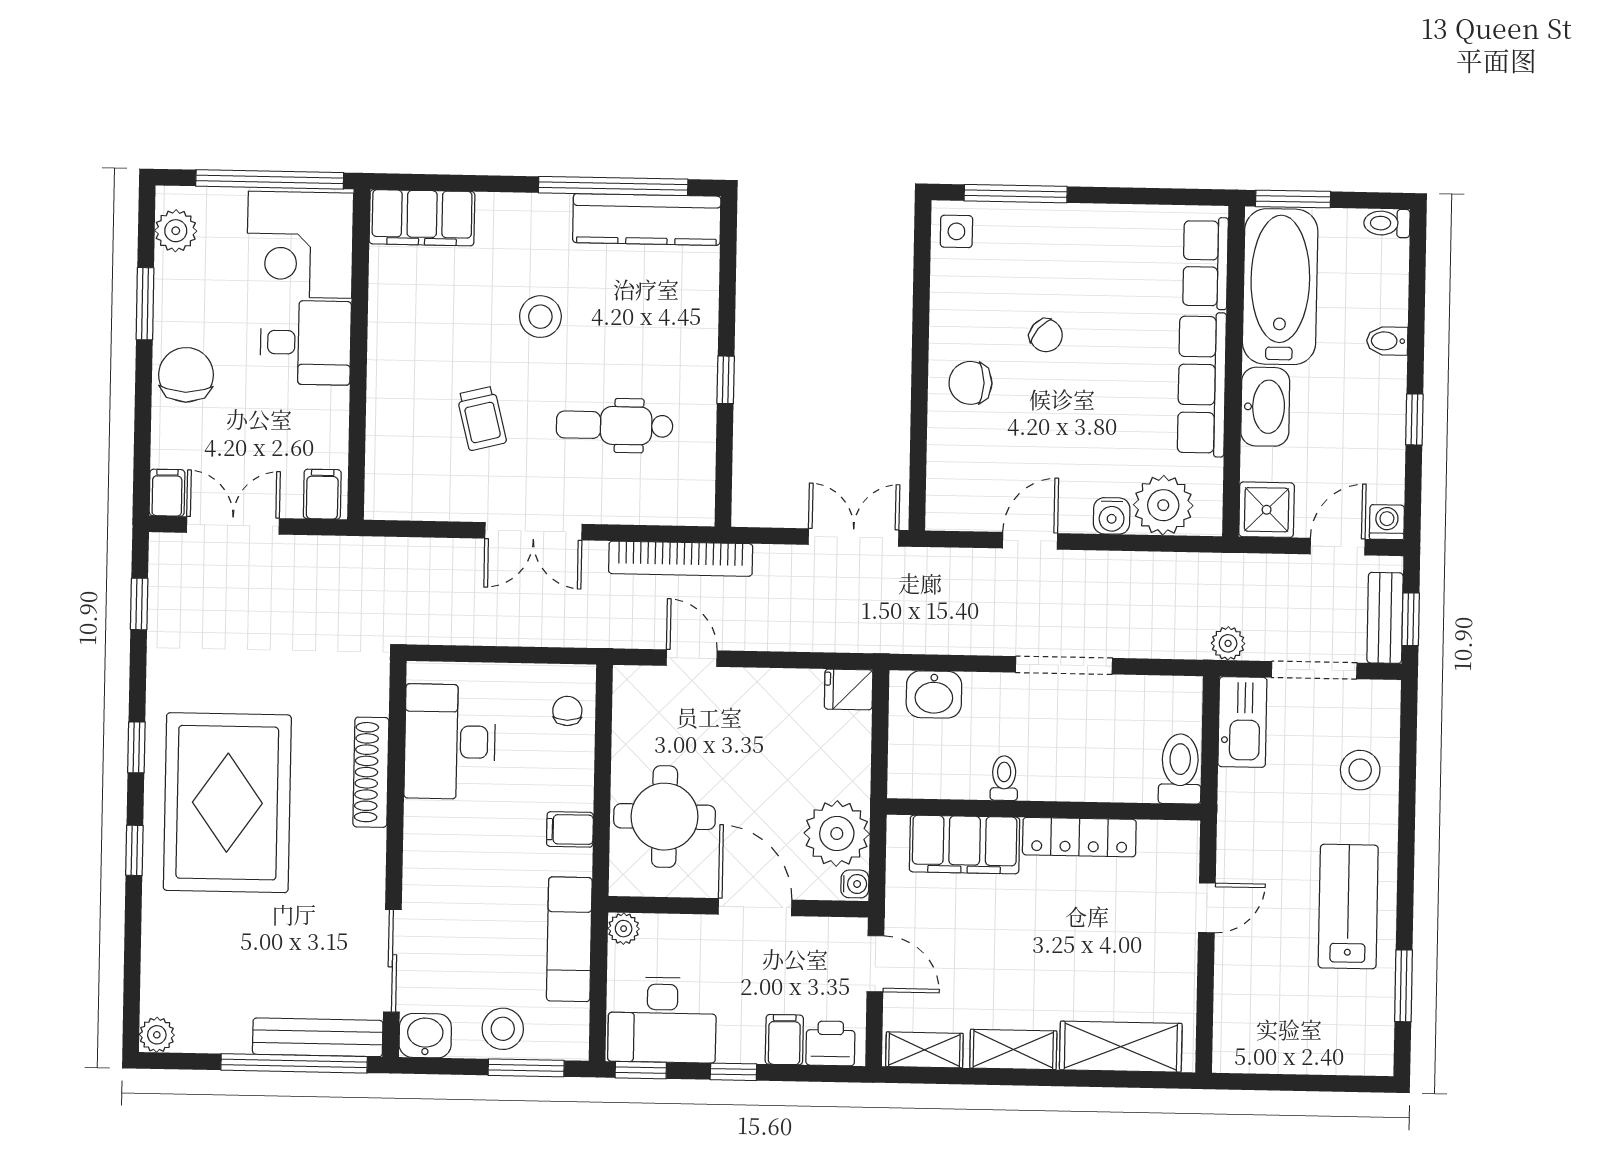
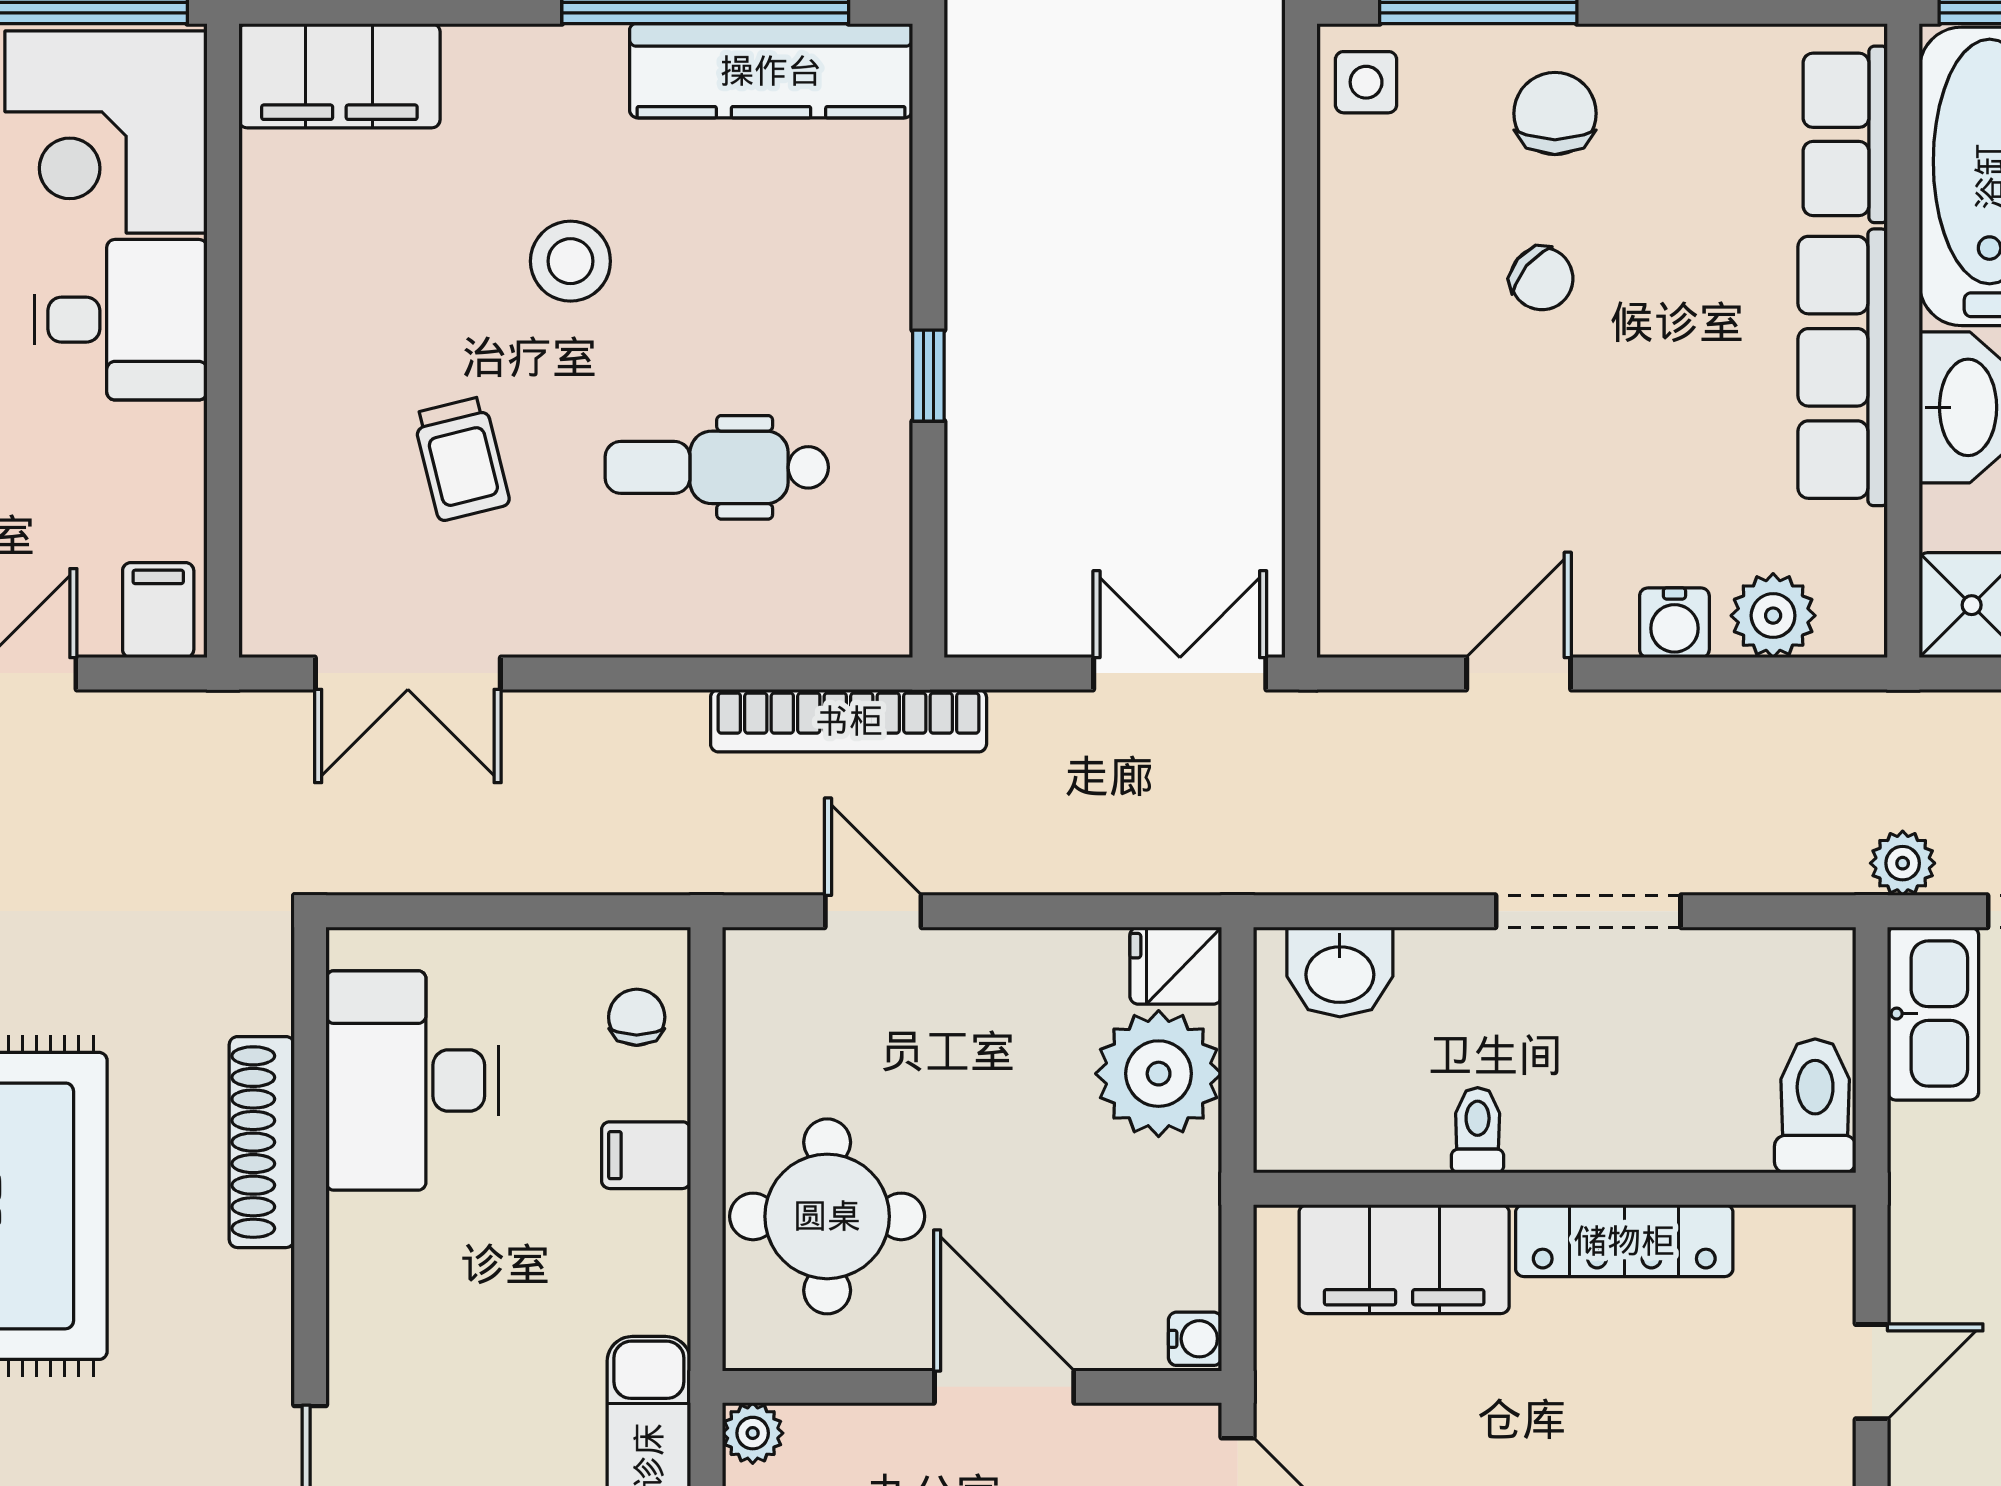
chair: (970, 383) -> (1555, 113), moved, turned 90
plant: (1163, 505) -> (1773, 616), width x0.73, depth x0.73
double door: (533, 531) -> (408, 673), moved
filing cabinet: (570, 829) -> (646, 1155), moved
plant: (837, 834) -> (1159, 1074), moved

